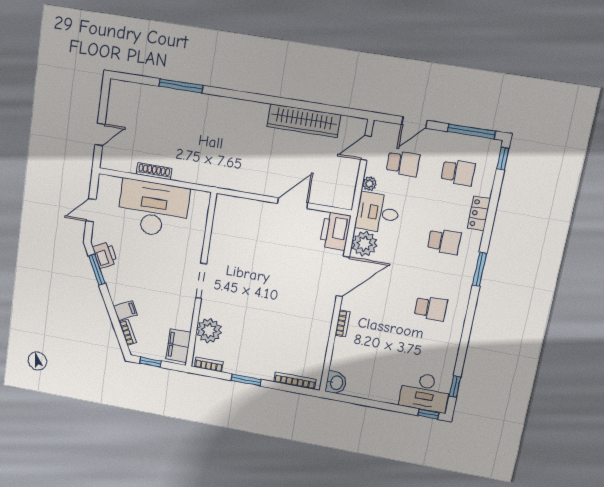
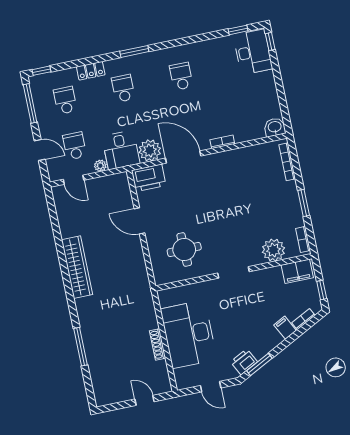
wardrobe: (304, 121) -> (77, 267), moved
round table: (244, 239) -> (184, 249), added

